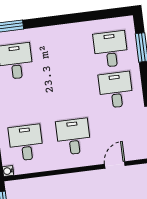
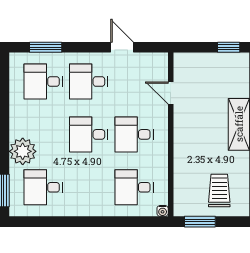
plant: (46, 39) -> (23, 151), added
desk: (68, 96) -> (89, 134), added

